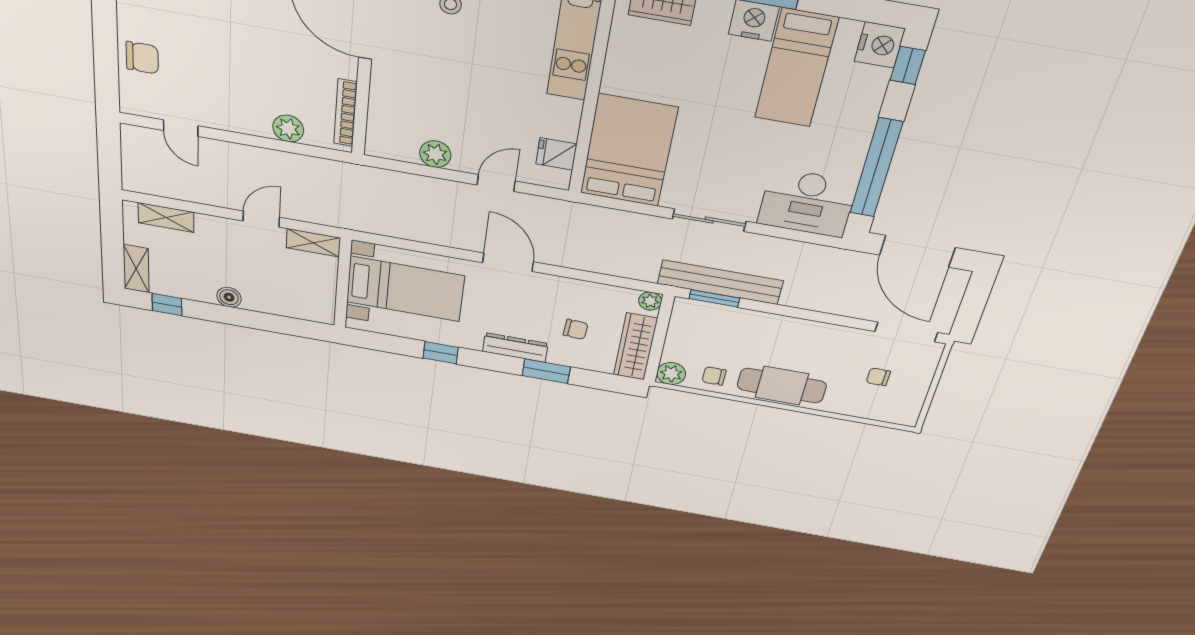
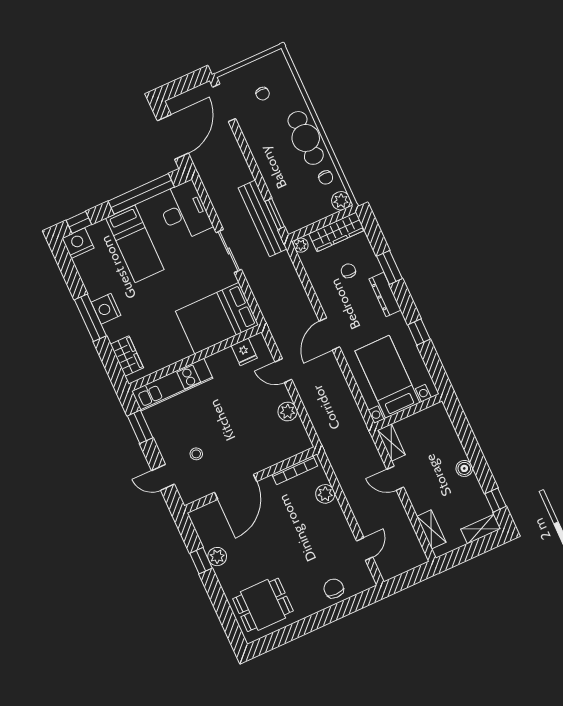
bed: (796, 68) -> (135, 244), moved, turned 90

